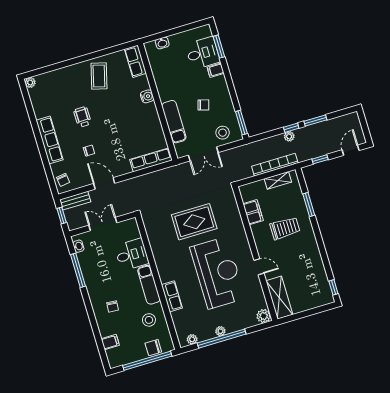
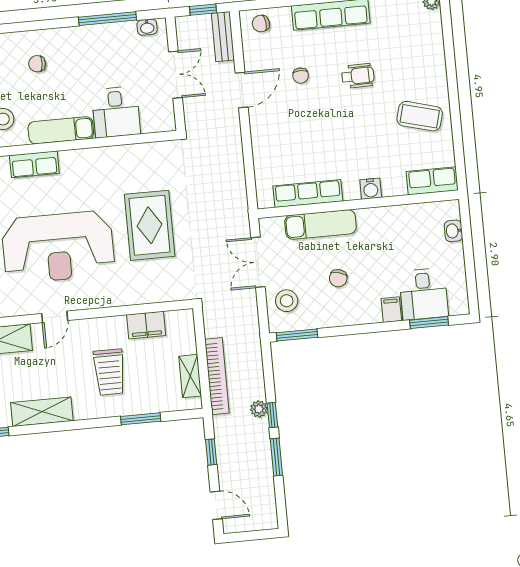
row of seats: (151, 160) -> (308, 194), moved, turned -90
shelving: (316, 263) -> (42, 412), added

